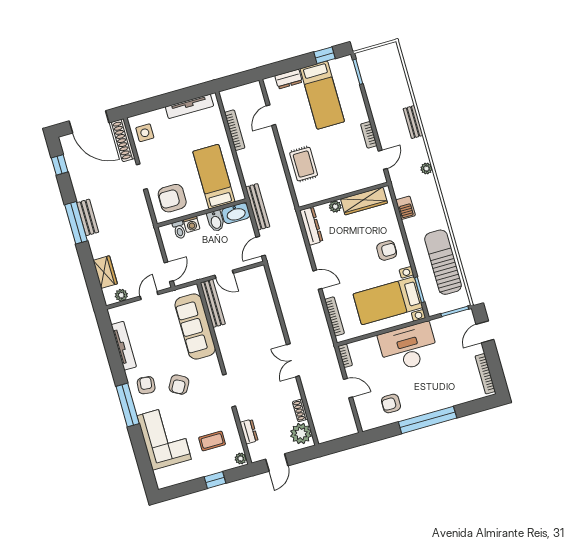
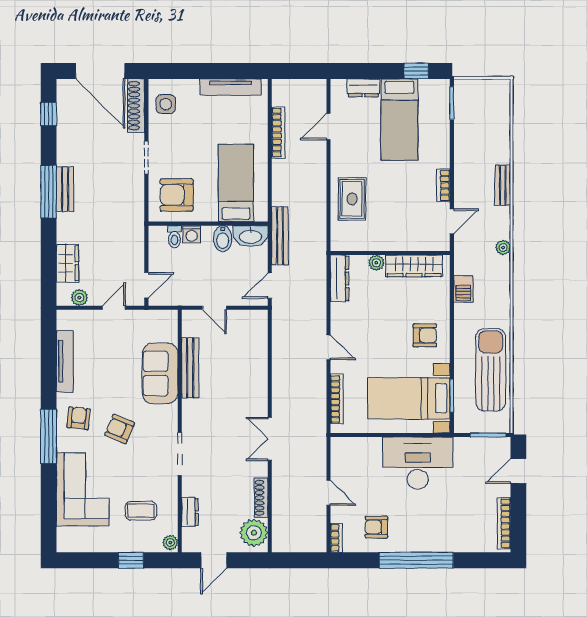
bench: (213, 303) -> (190, 368), moved
sofa: (195, 326) -> (160, 373), width x0.73
bookcase: (345, 356) -> (336, 538), moved
armchair: (179, 385) -> (120, 429), turned 84
shoe rack: (300, 410) -> (261, 498), width x1.43

